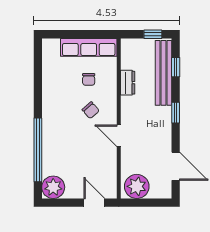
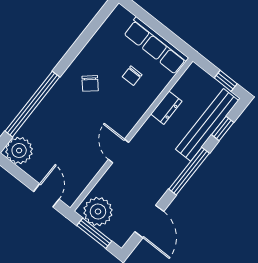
chair: (91, 110) -> (90, 83), moved
window: (176, 113) -> (189, 171), width x2.17
window: (146, 203) -> (94, 233), added

